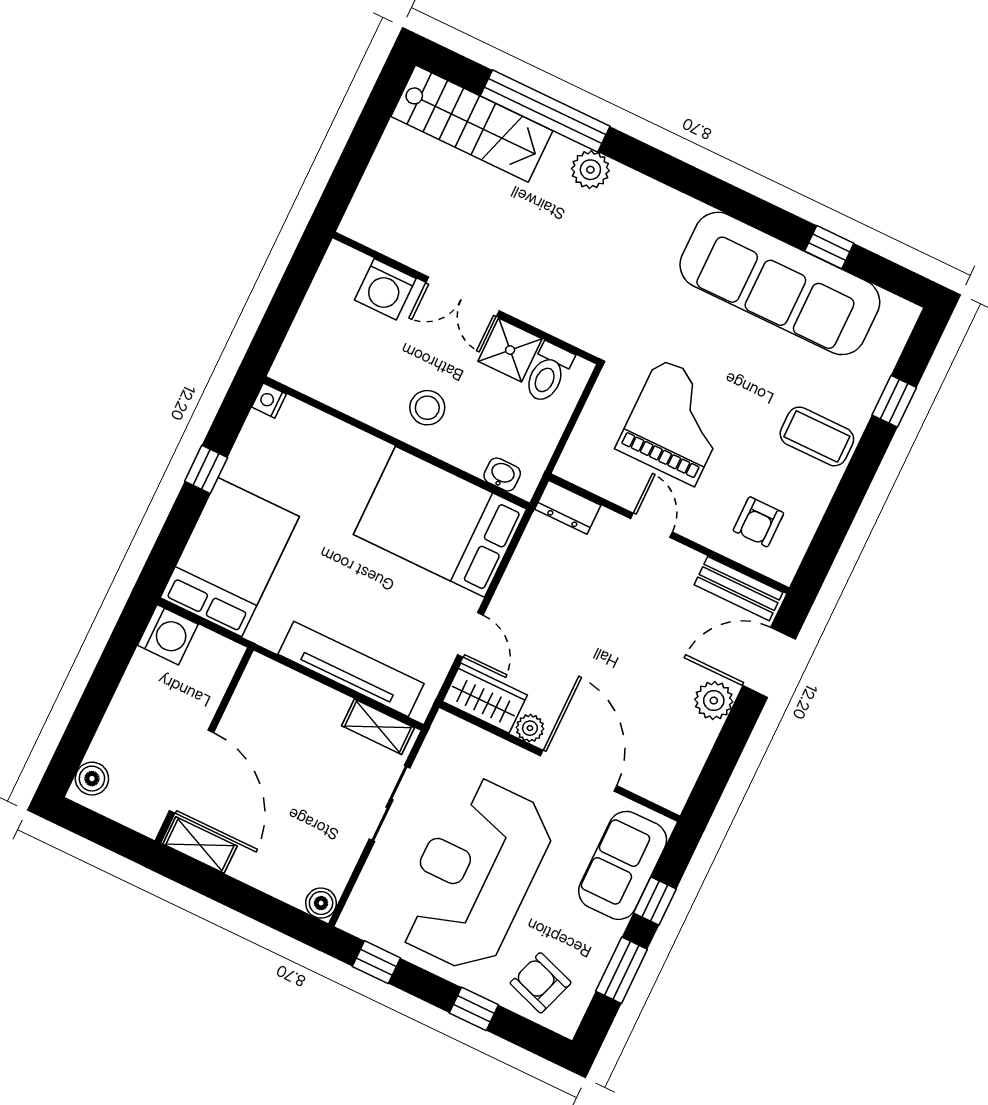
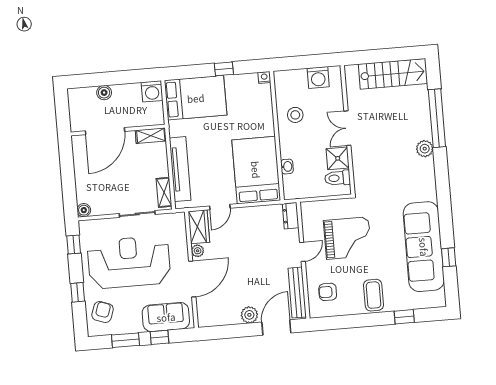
stairs: (472, 124) -> (393, 74), moved, turned -90
washing machine: (385, 289) -> (318, 78), moved, turned -90
stool: (427, 408) -> (295, 115), moved
washbasin: (502, 474) -> (287, 167), moved
bench: (738, 589) -> (297, 293), width x1.36
door: (769, 662) -> (276, 328), hinge flipped
boiler: (92, 779) -> (104, 93), moved
shelving: (200, 845) -> (151, 136), moved, turned 90

